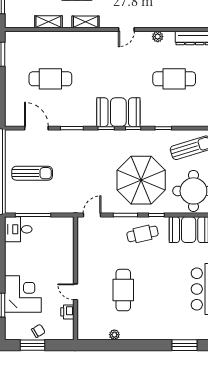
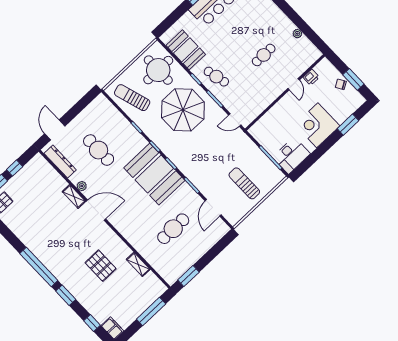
shelving: (86, 22) -> (74, 197), moved
door: (126, 29) -> (96, 210), width x1.88
cafe table: (50, 79) -> (173, 229), turned 90
booth: (118, 112) -> (154, 174), width x1.36, depth x1.42
desk: (18, 229) -> (291, 155), width x1.37
cafe table: (123, 290) -> (264, 55), width x0.73, depth x0.74
corner desk: (23, 294) -> (317, 125), moved

